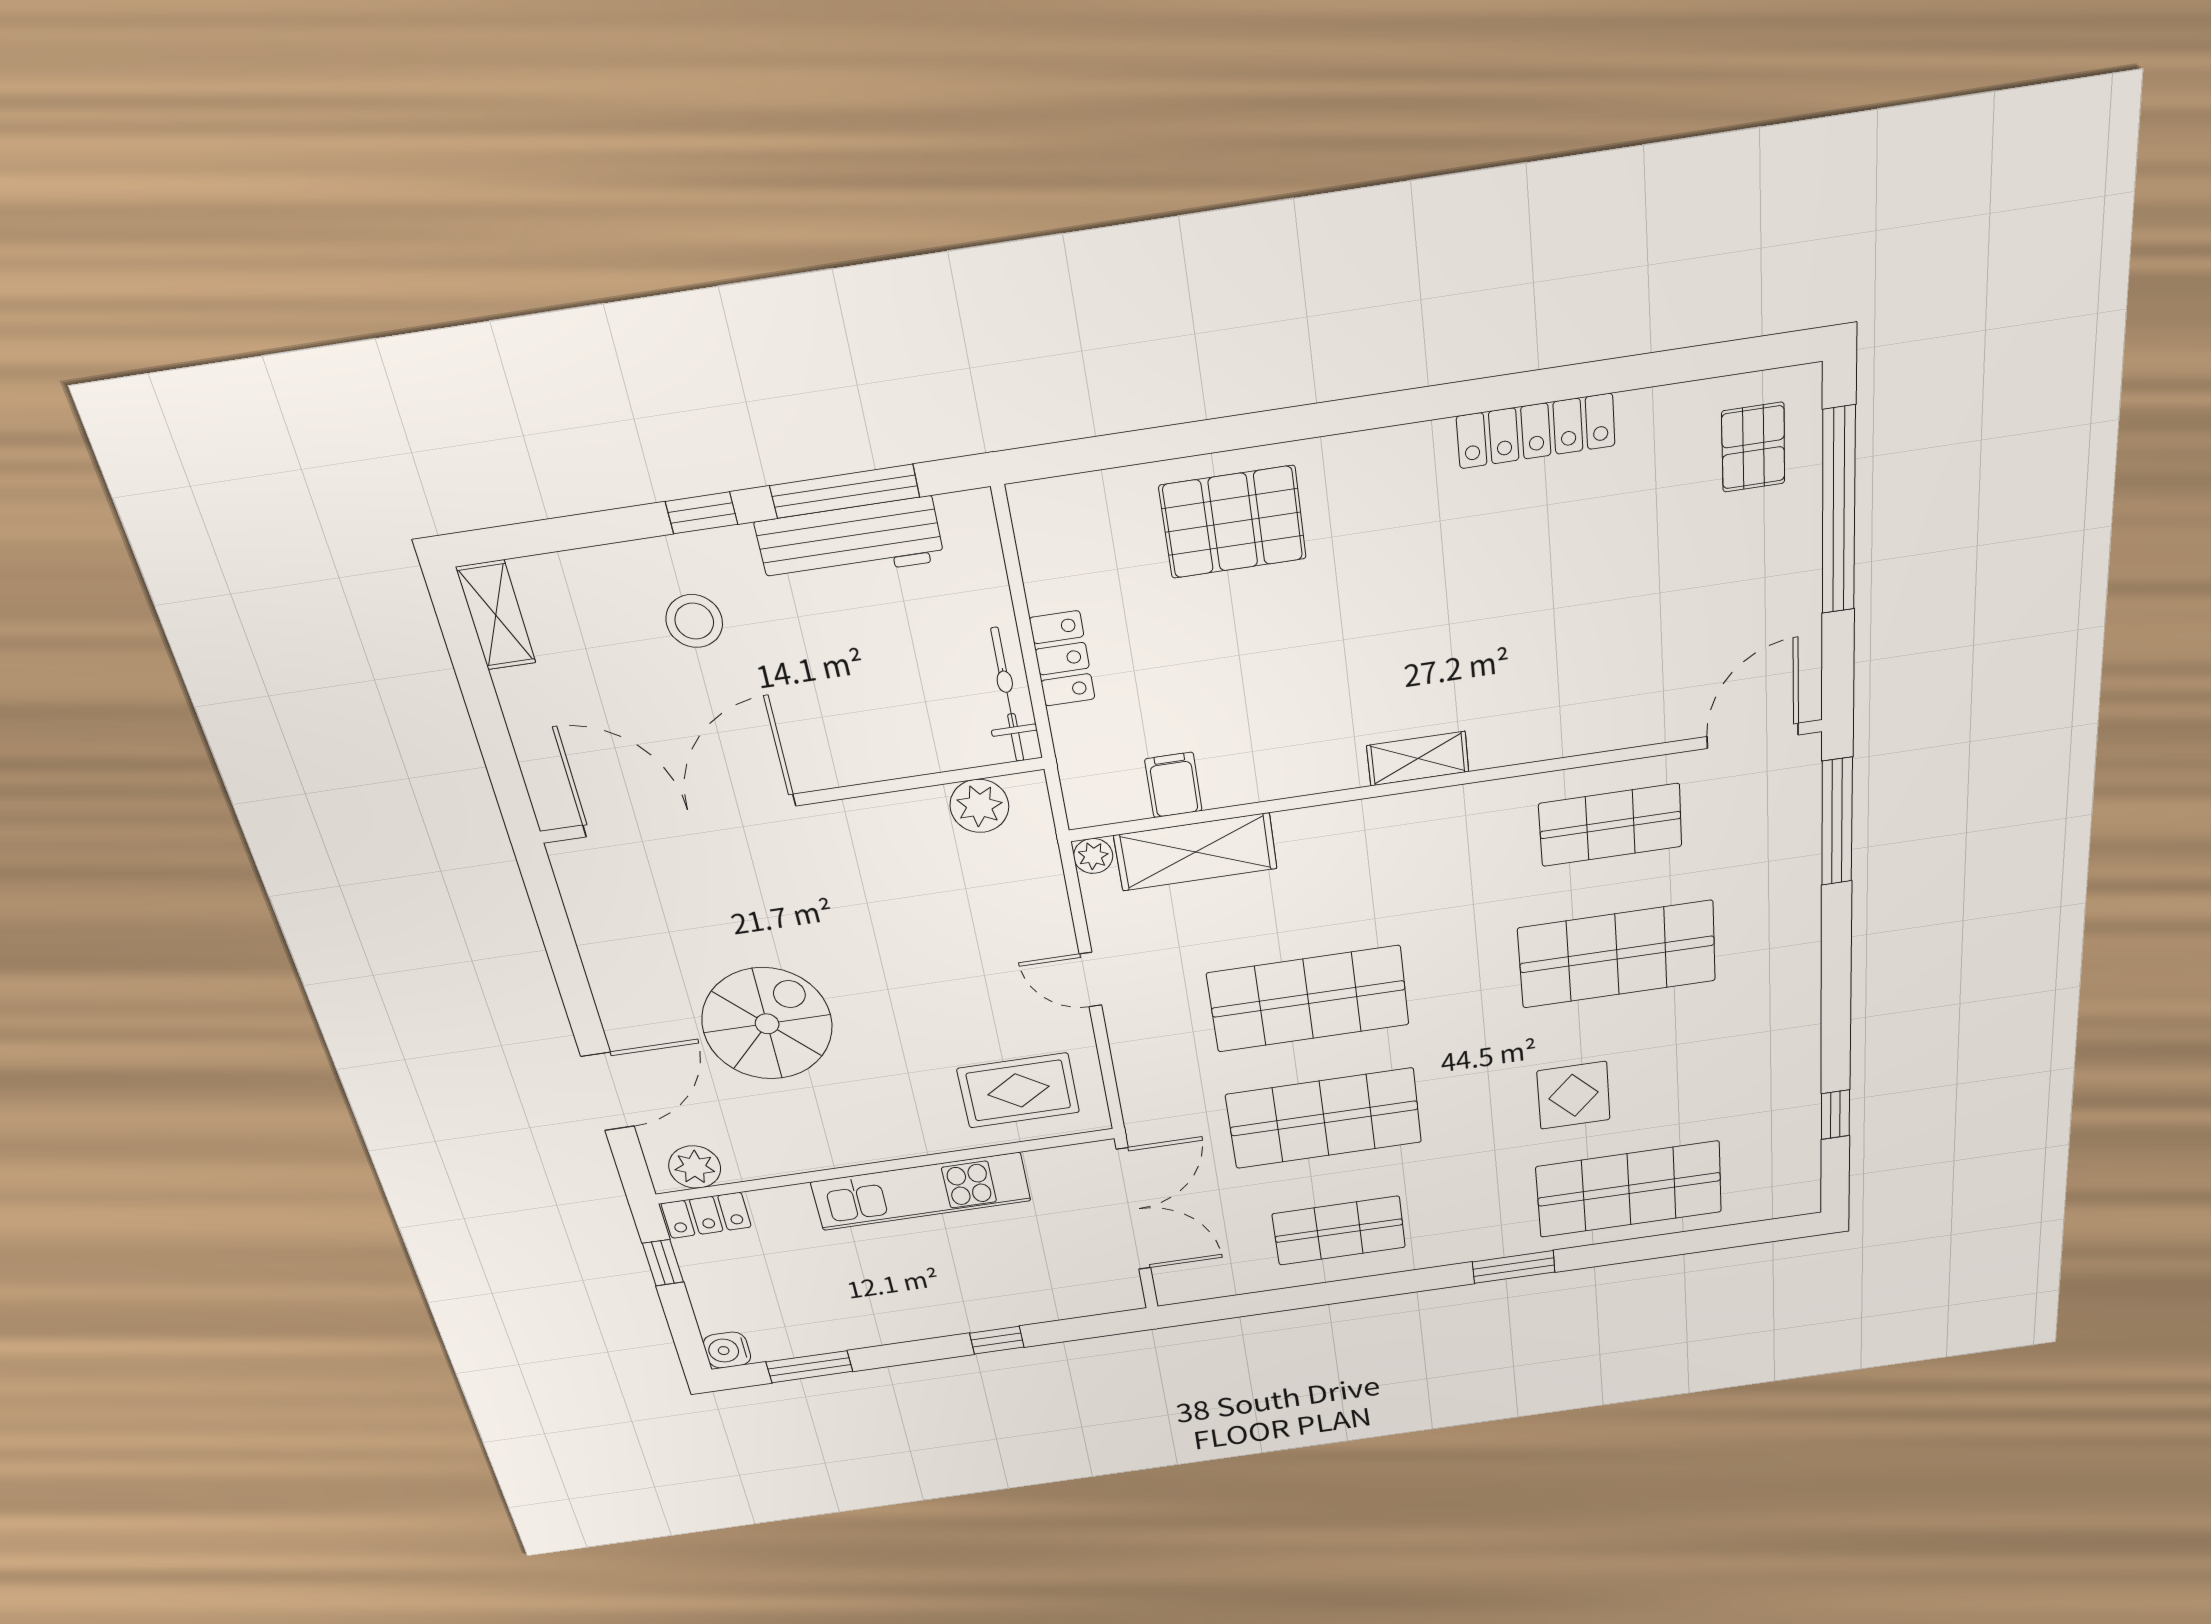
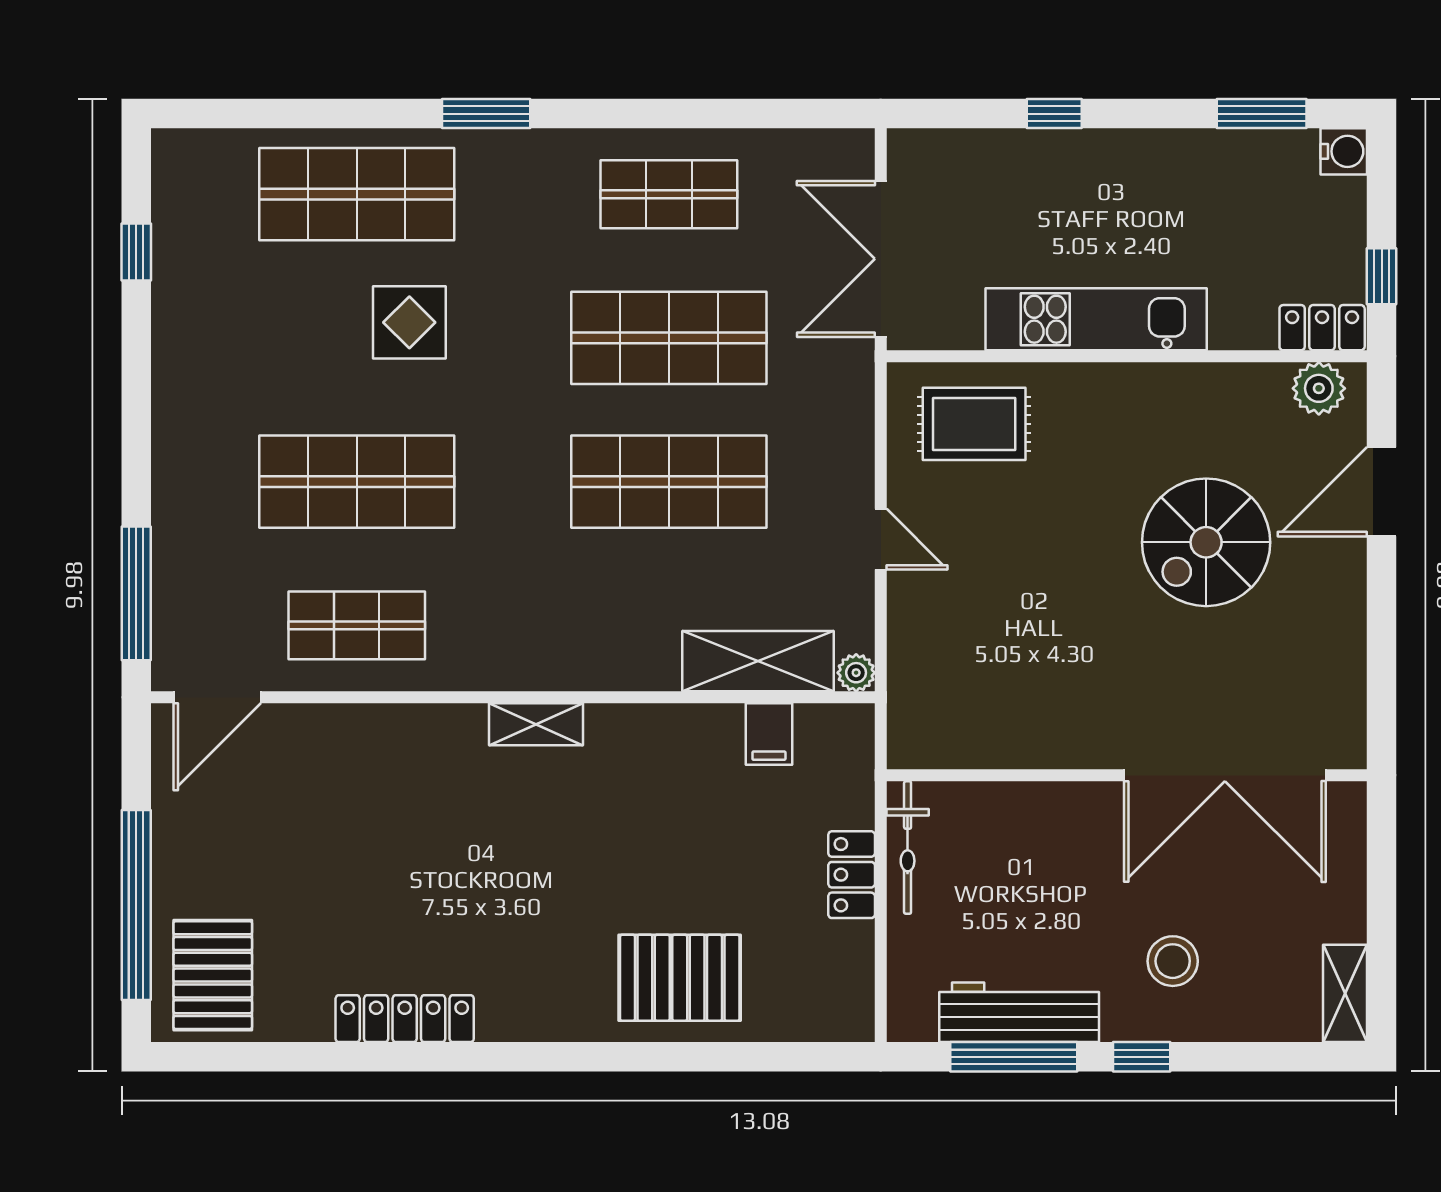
pallet: (1753, 447) -> (213, 975), width x1.50, depth x1.42
plant: (979, 806) -> (954, 742), removed

